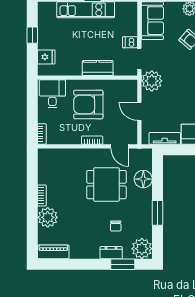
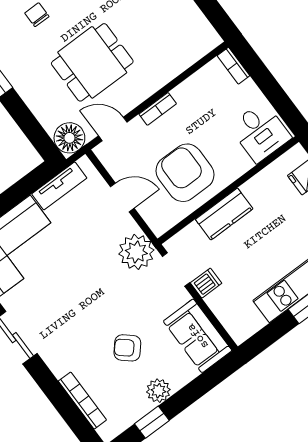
armchair: (88, 105) -> (185, 173), moved, turned -90
floor lamp: (143, 179) -> (69, 138), moved

